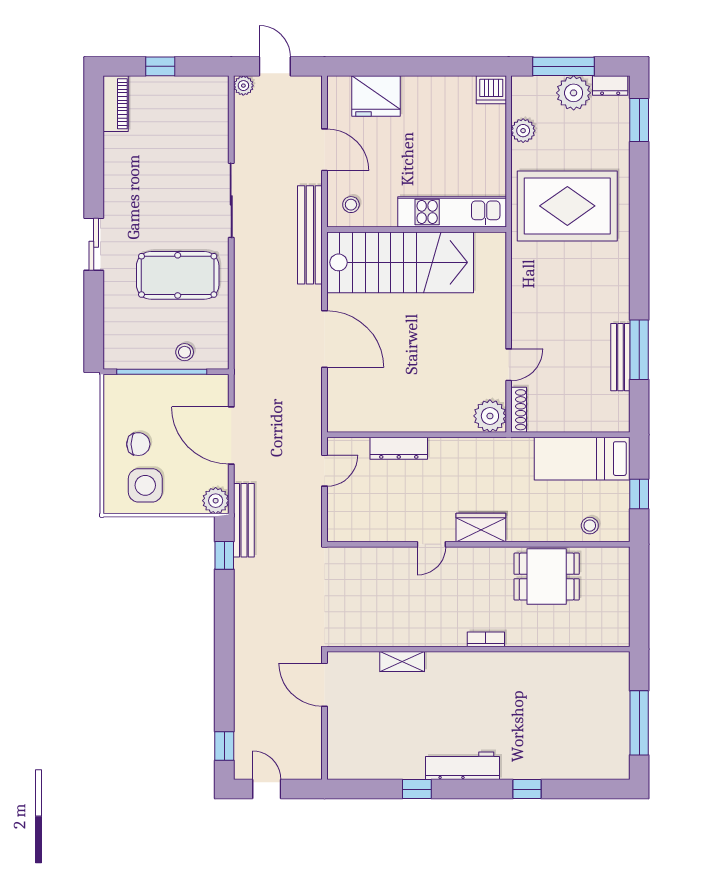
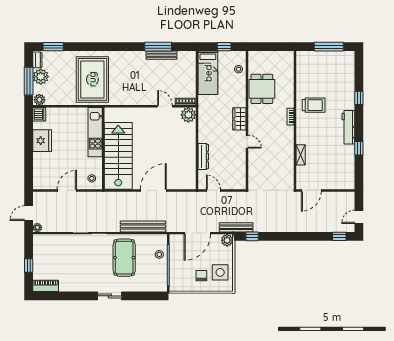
fridge: (376, 96) -> (42, 141), moved
plant: (523, 131) -> (39, 100), moved
bench: (310, 235) -> (143, 226), moved
trolley: (511, 690) -> (314, 105), added

